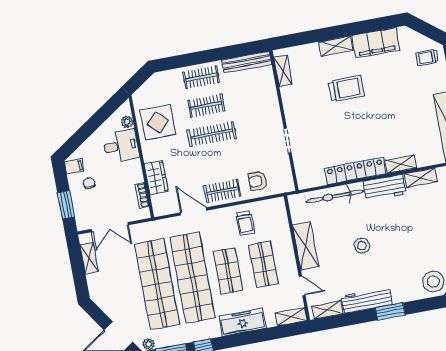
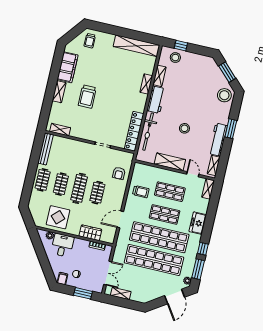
trolley: (346, 89) -> (87, 97), turned 180
locker: (355, 171) -> (134, 131), moved
clothes rail: (222, 191) -> (97, 193), moved
door: (302, 286) -> (193, 174), hinge flipped
freezer: (242, 322) -> (198, 223), width x0.71

